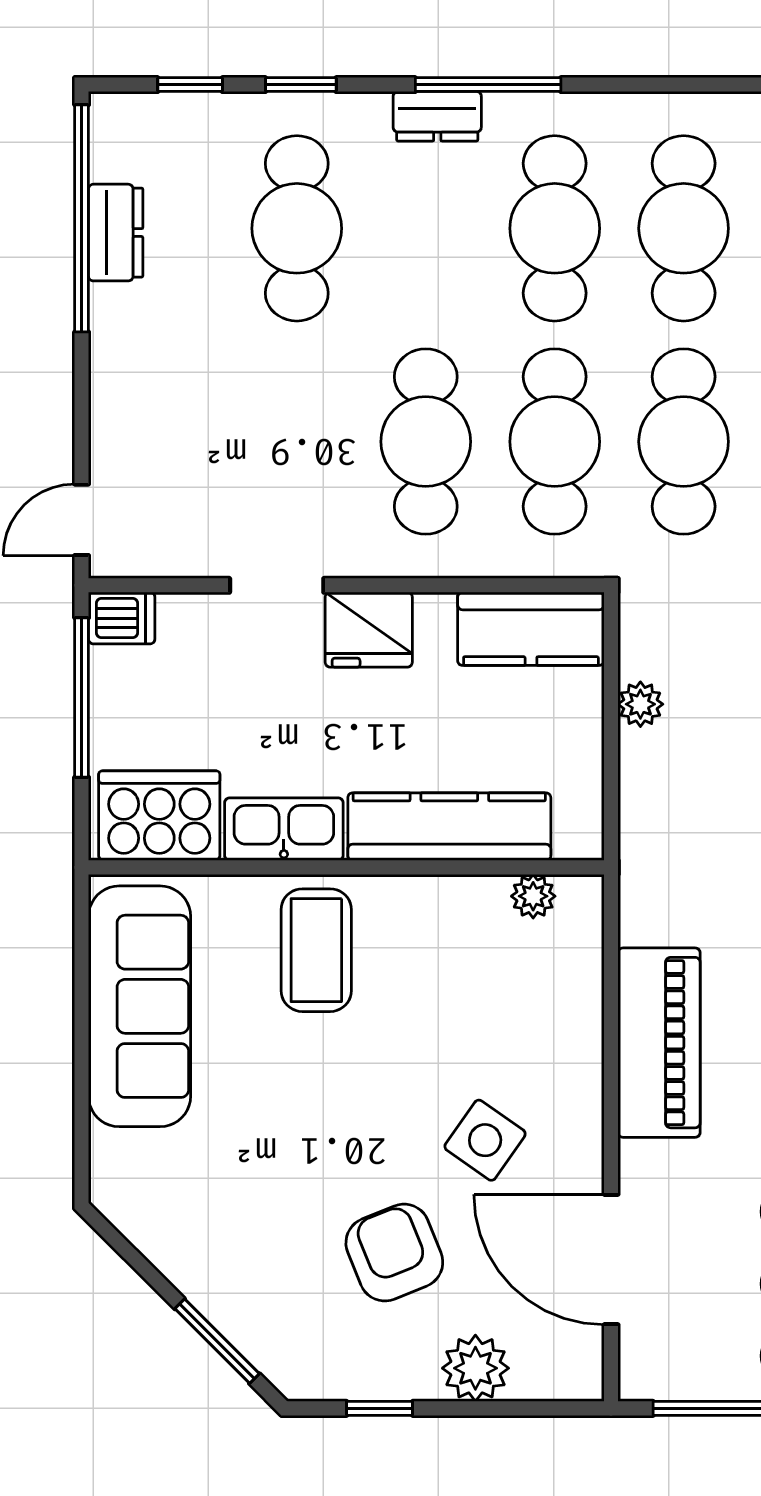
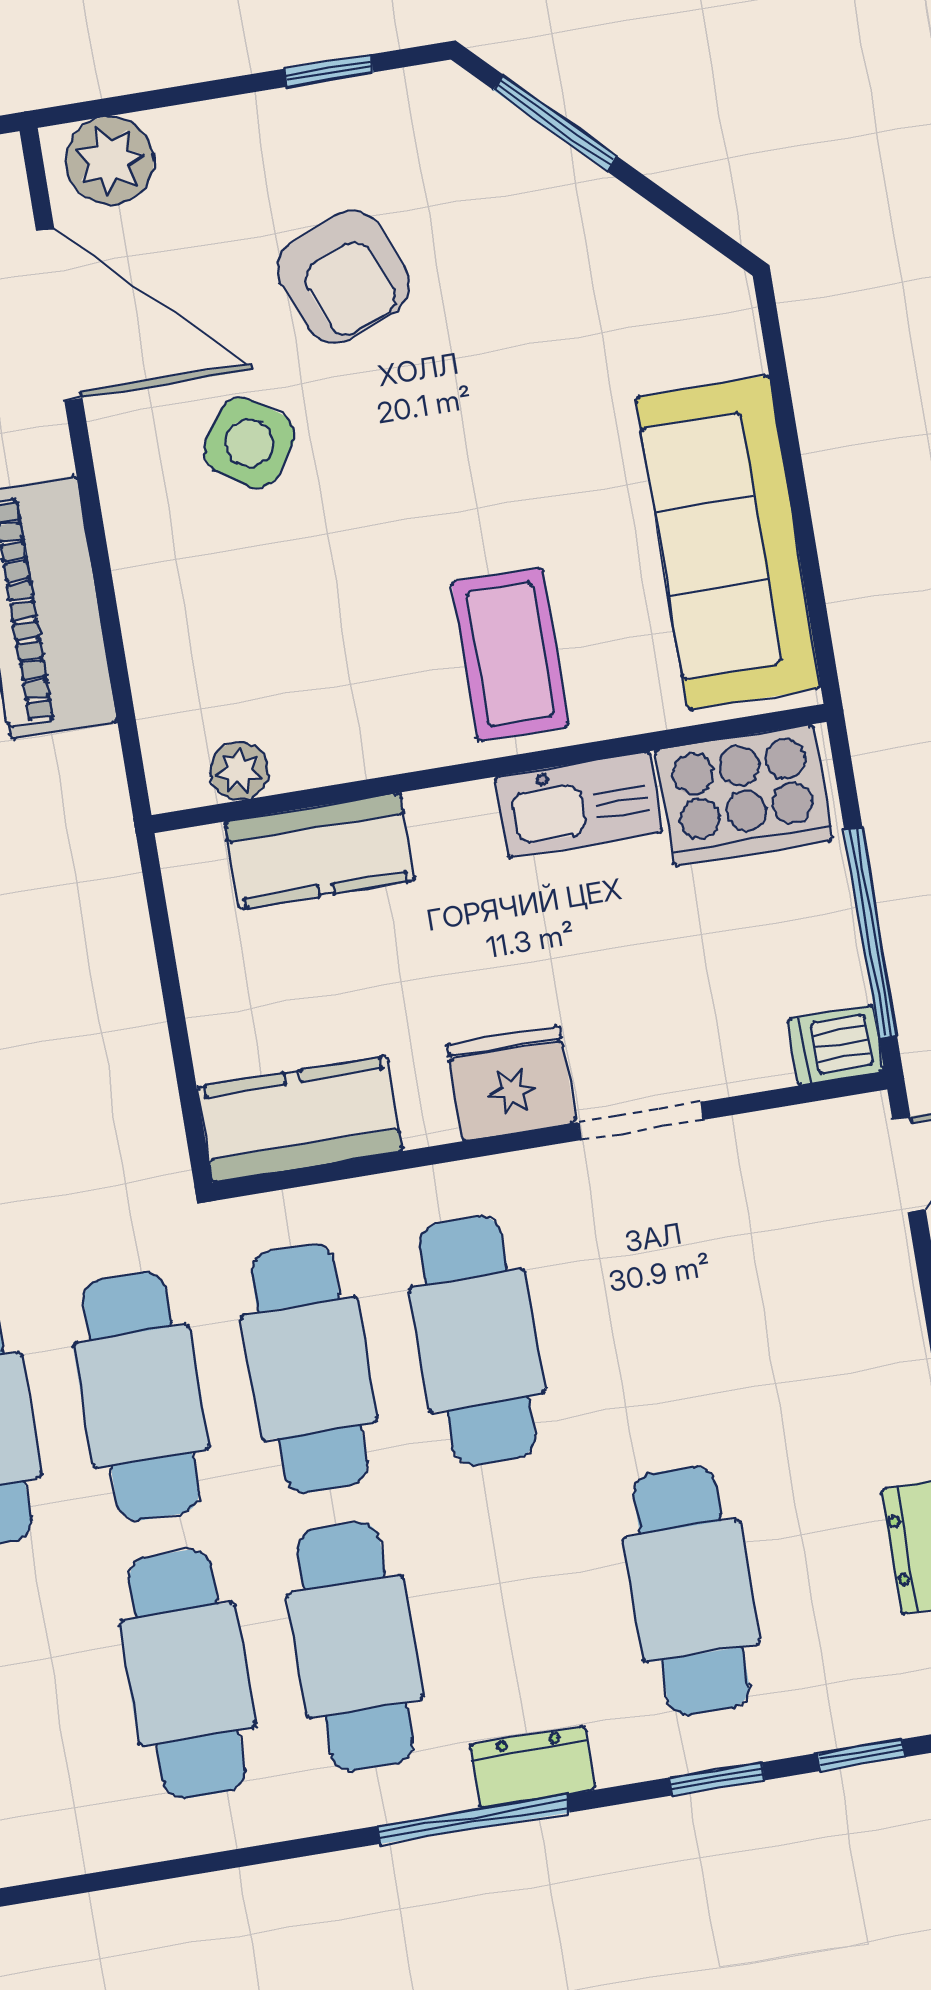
plant: (640, 704) -> (141, 1045), removed
kitchen counter: (449, 827) -> (319, 851), width x0.67
plant: (475, 1368) -> (110, 161), moved

